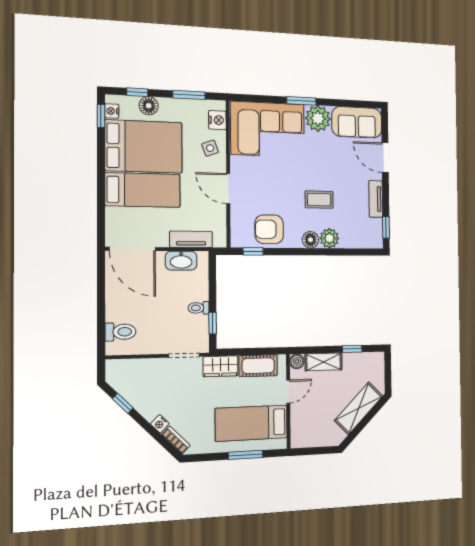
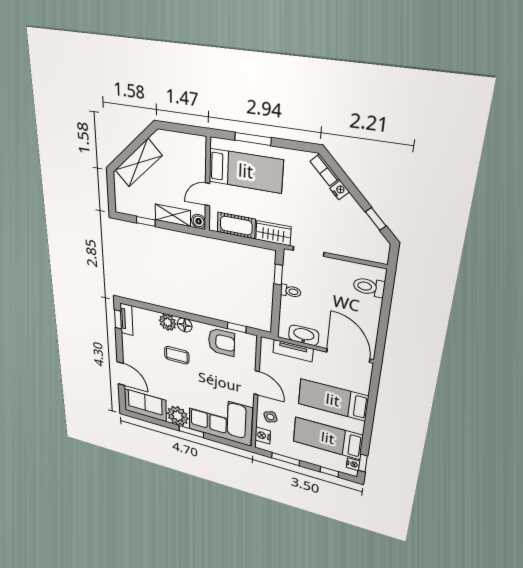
floor lamp: (149, 106) -> (321, 460), removed
bed: (144, 146) -> (328, 438), width x0.67
tv unit: (376, 199) -> (126, 319), moved

